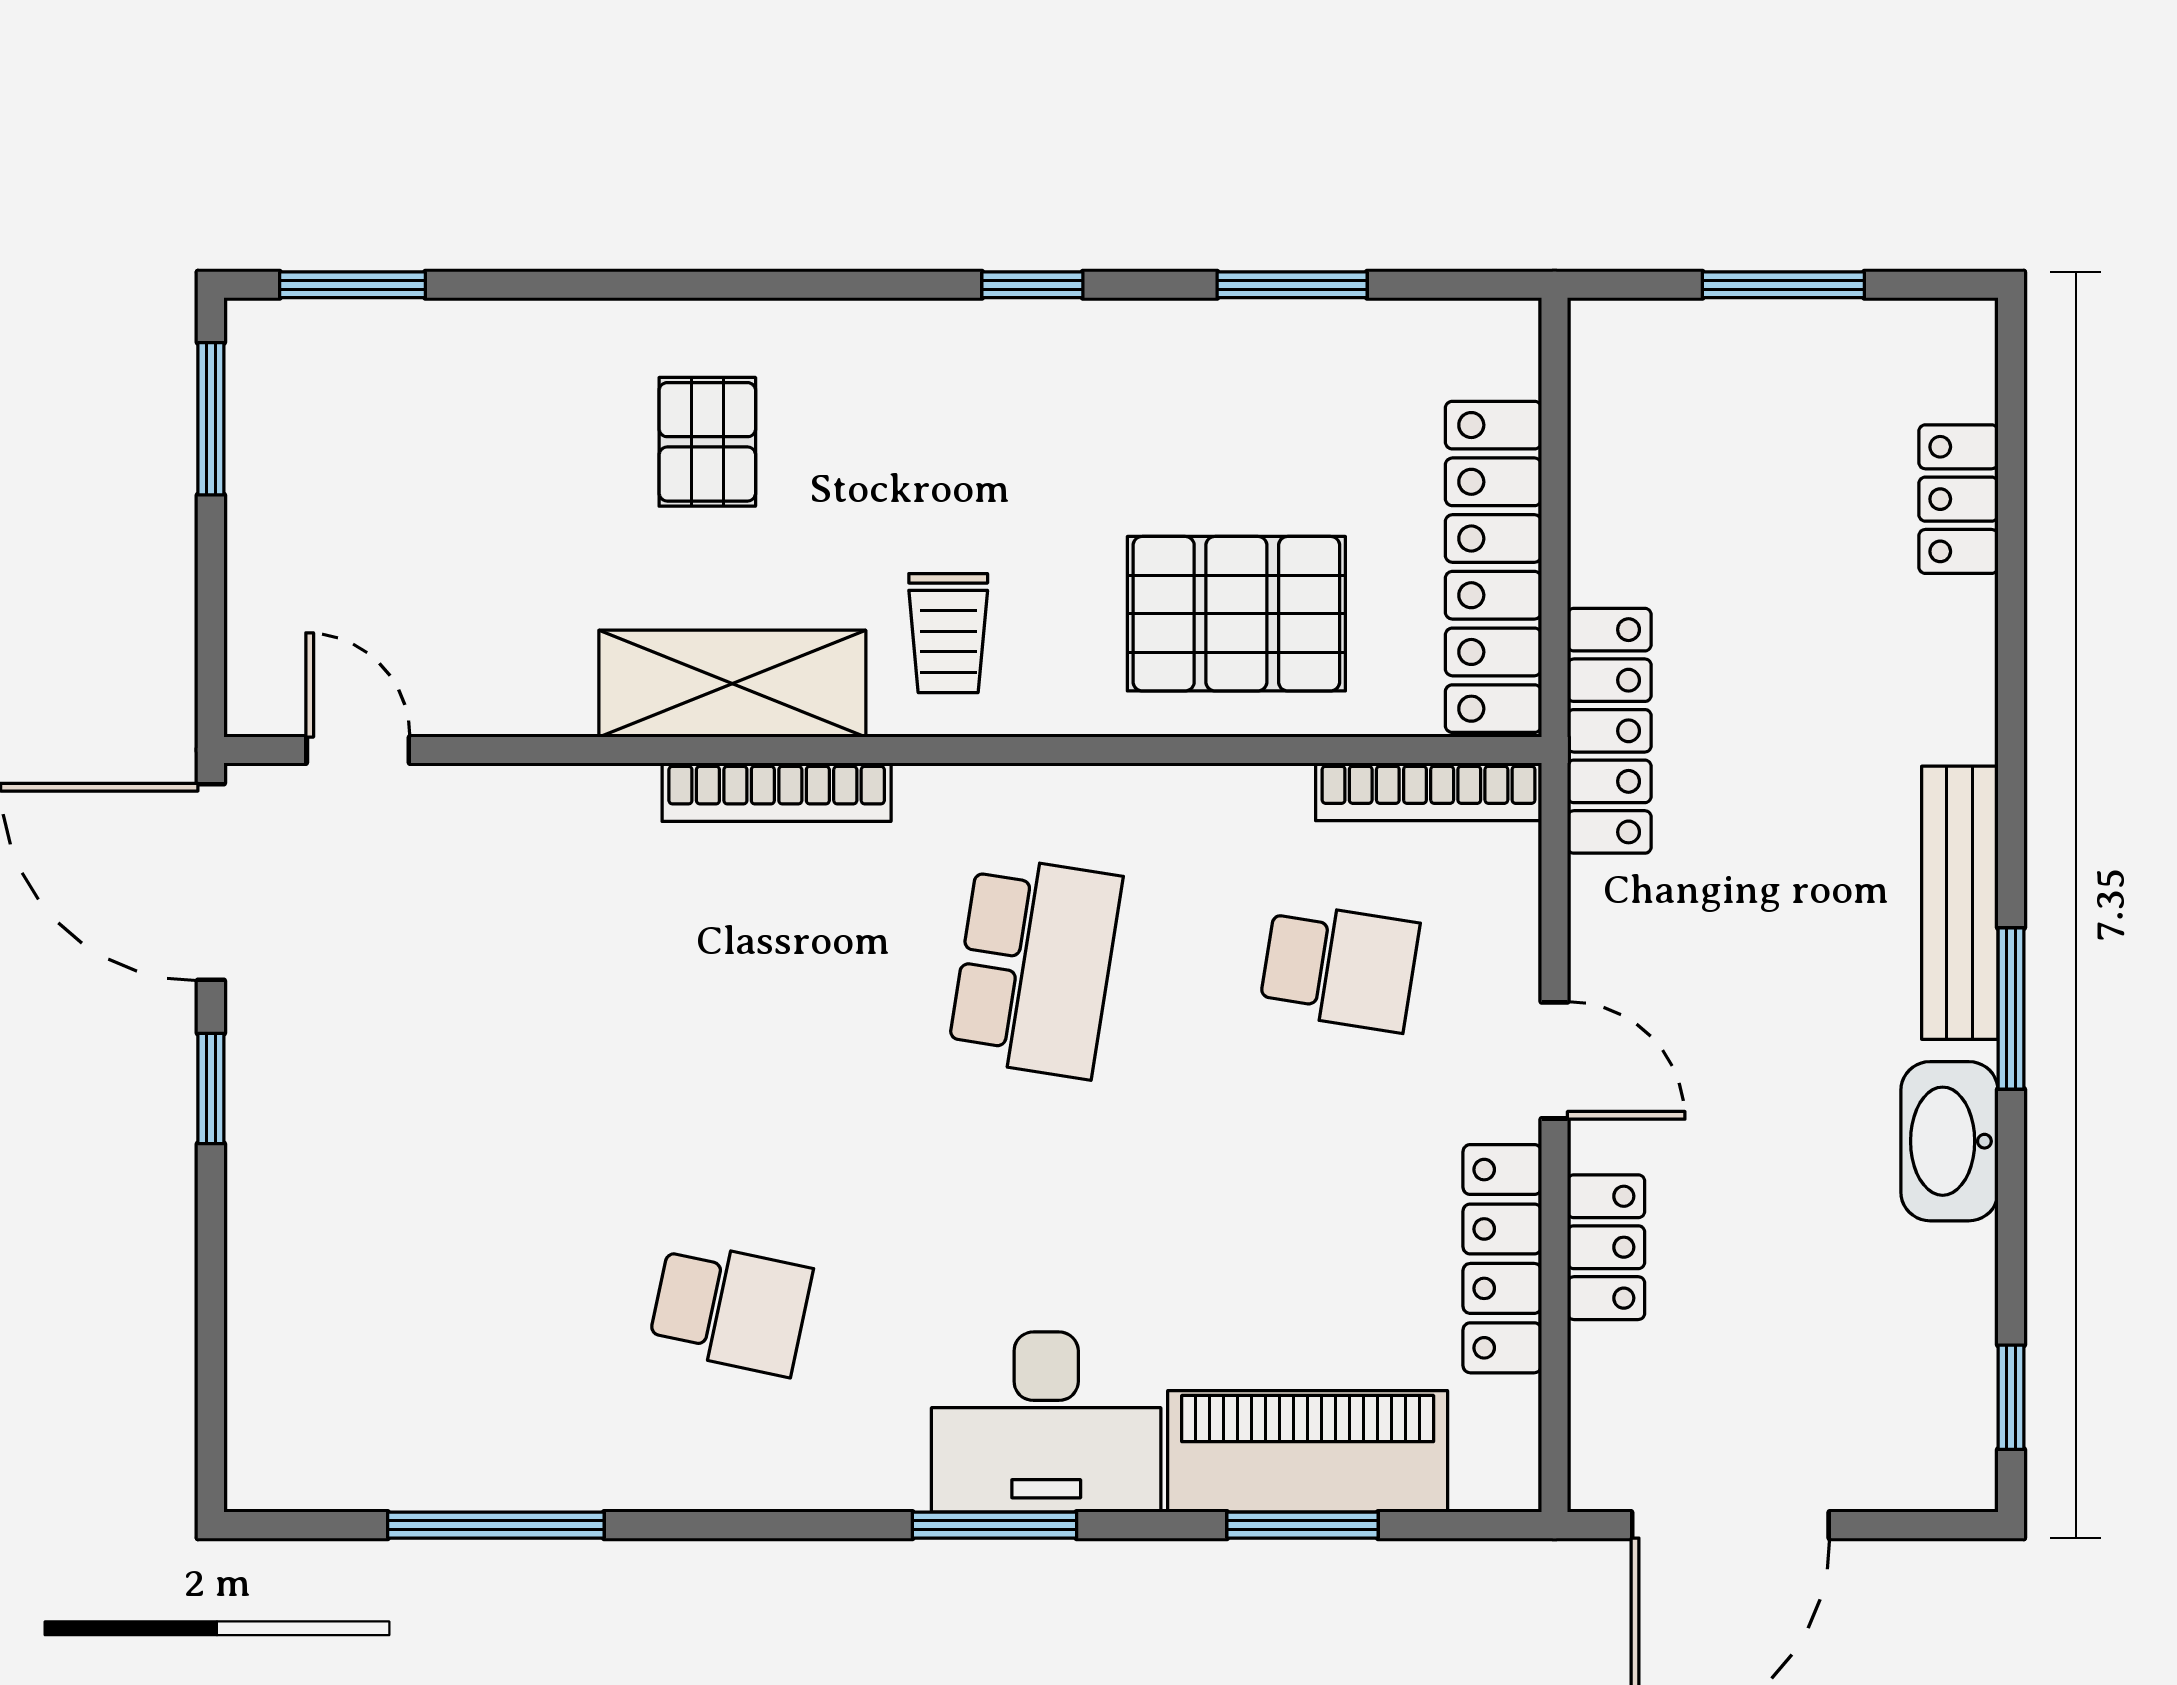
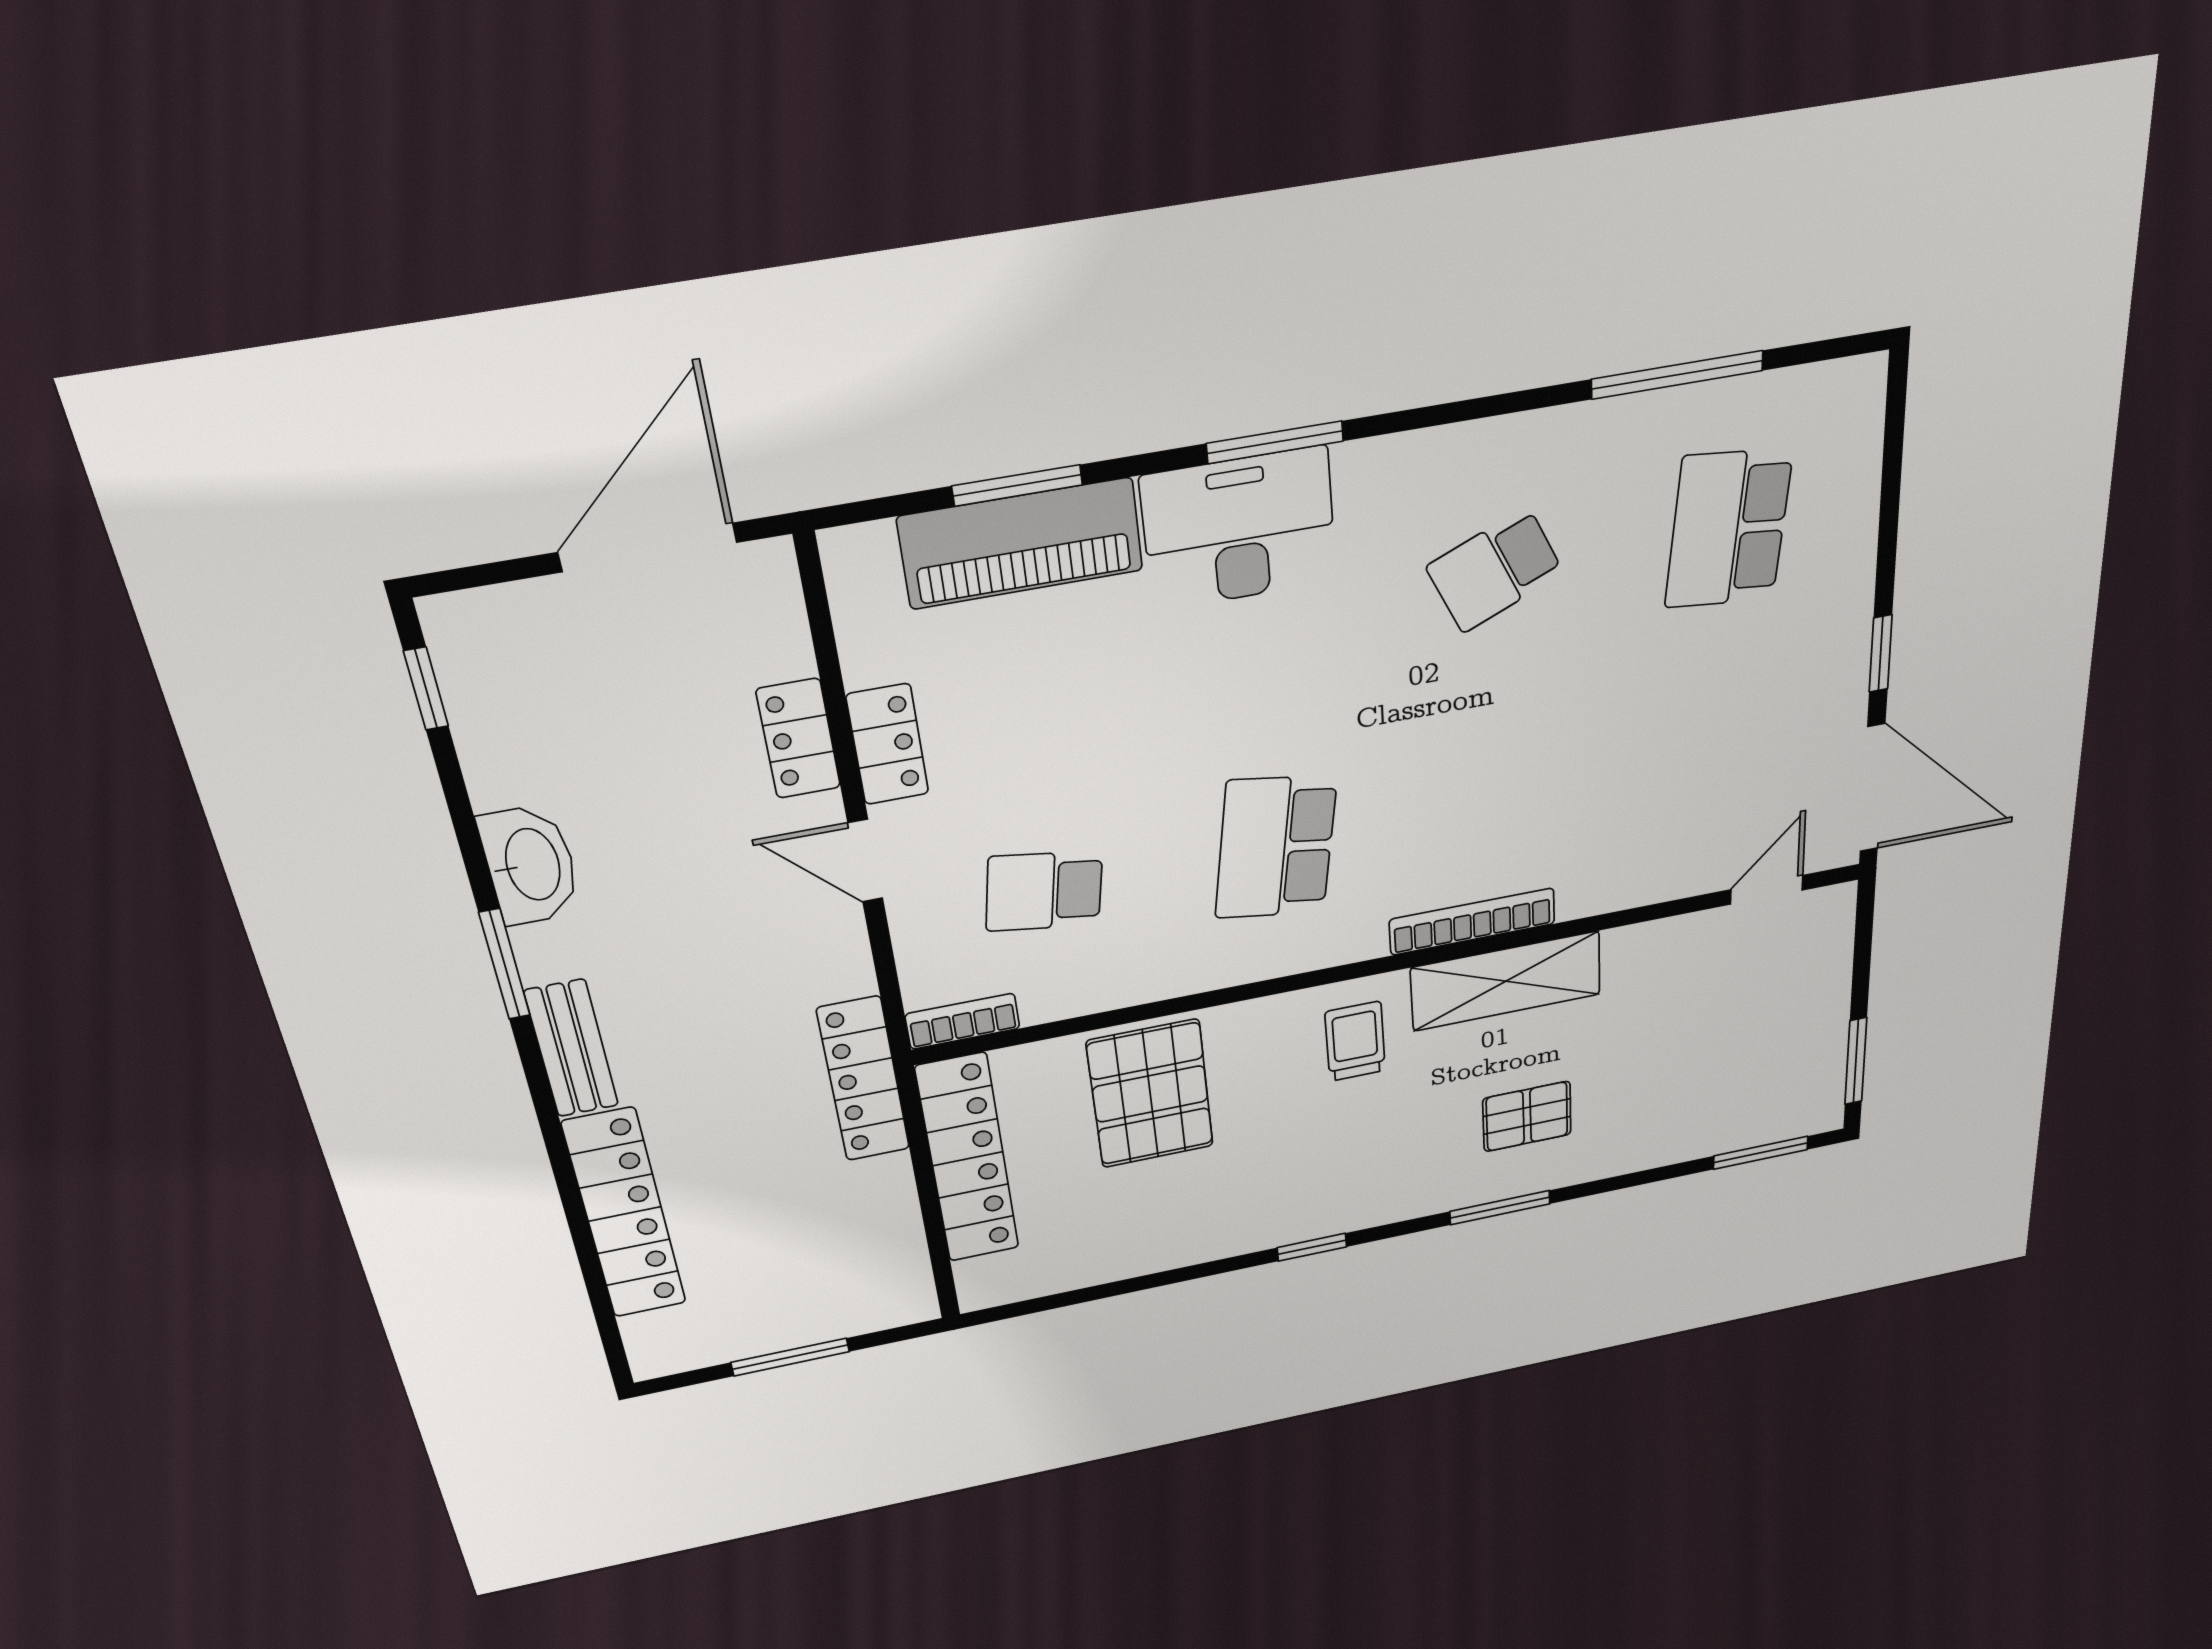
window: (1292, 285) -> (1500, 1208), moved
pallet: (707, 442) -> (1527, 1116), turned 90
locker: (1958, 499) -> (625, 1214), width x2.16, depth x1.21
pallet: (1236, 614) -> (1150, 1094), turned 90
door: (358, 750) -> (1767, 890), swing flipped
bookcase: (1429, 792) -> (963, 1021), width x0.64
bench: (1960, 903) -> (572, 1048), width x0.73
locker: (1502, 1259) -> (888, 744), width x0.66
school desk: (426, 1308) -> (1728, 529), added
school desk: (730, 1308) -> (1495, 570), turned -36

